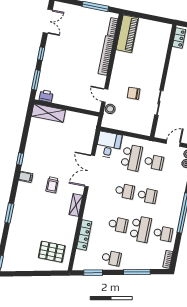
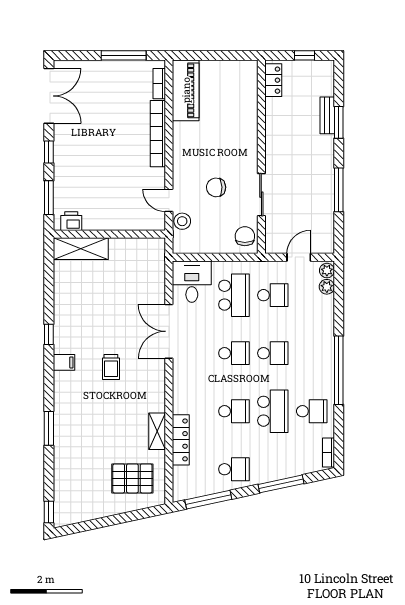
double door: (48, 21) -> (49, 96), width x1.37
chair: (145, 125) -> (245, 236), added
shelving: (76, 205) -> (157, 431), moved
window: (93, 273) -> (208, 500), width x1.44

